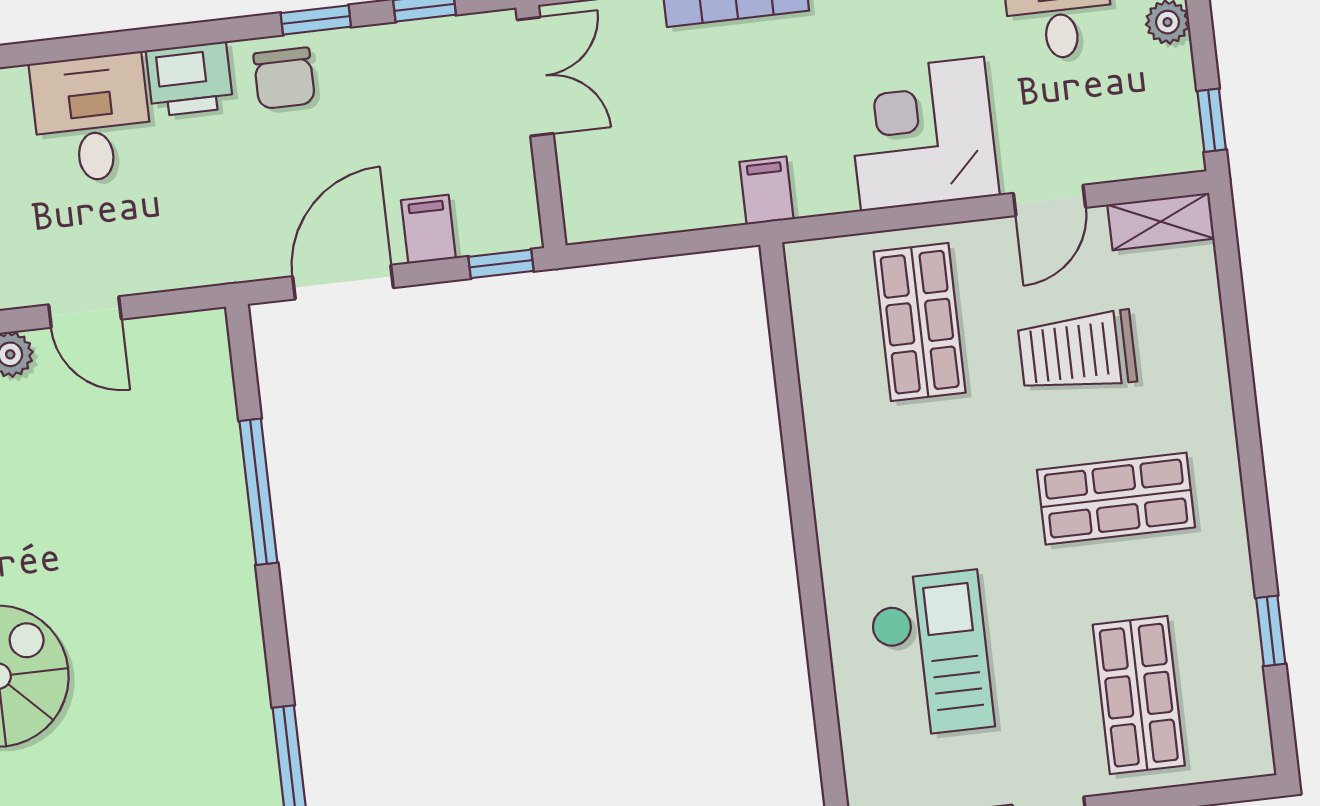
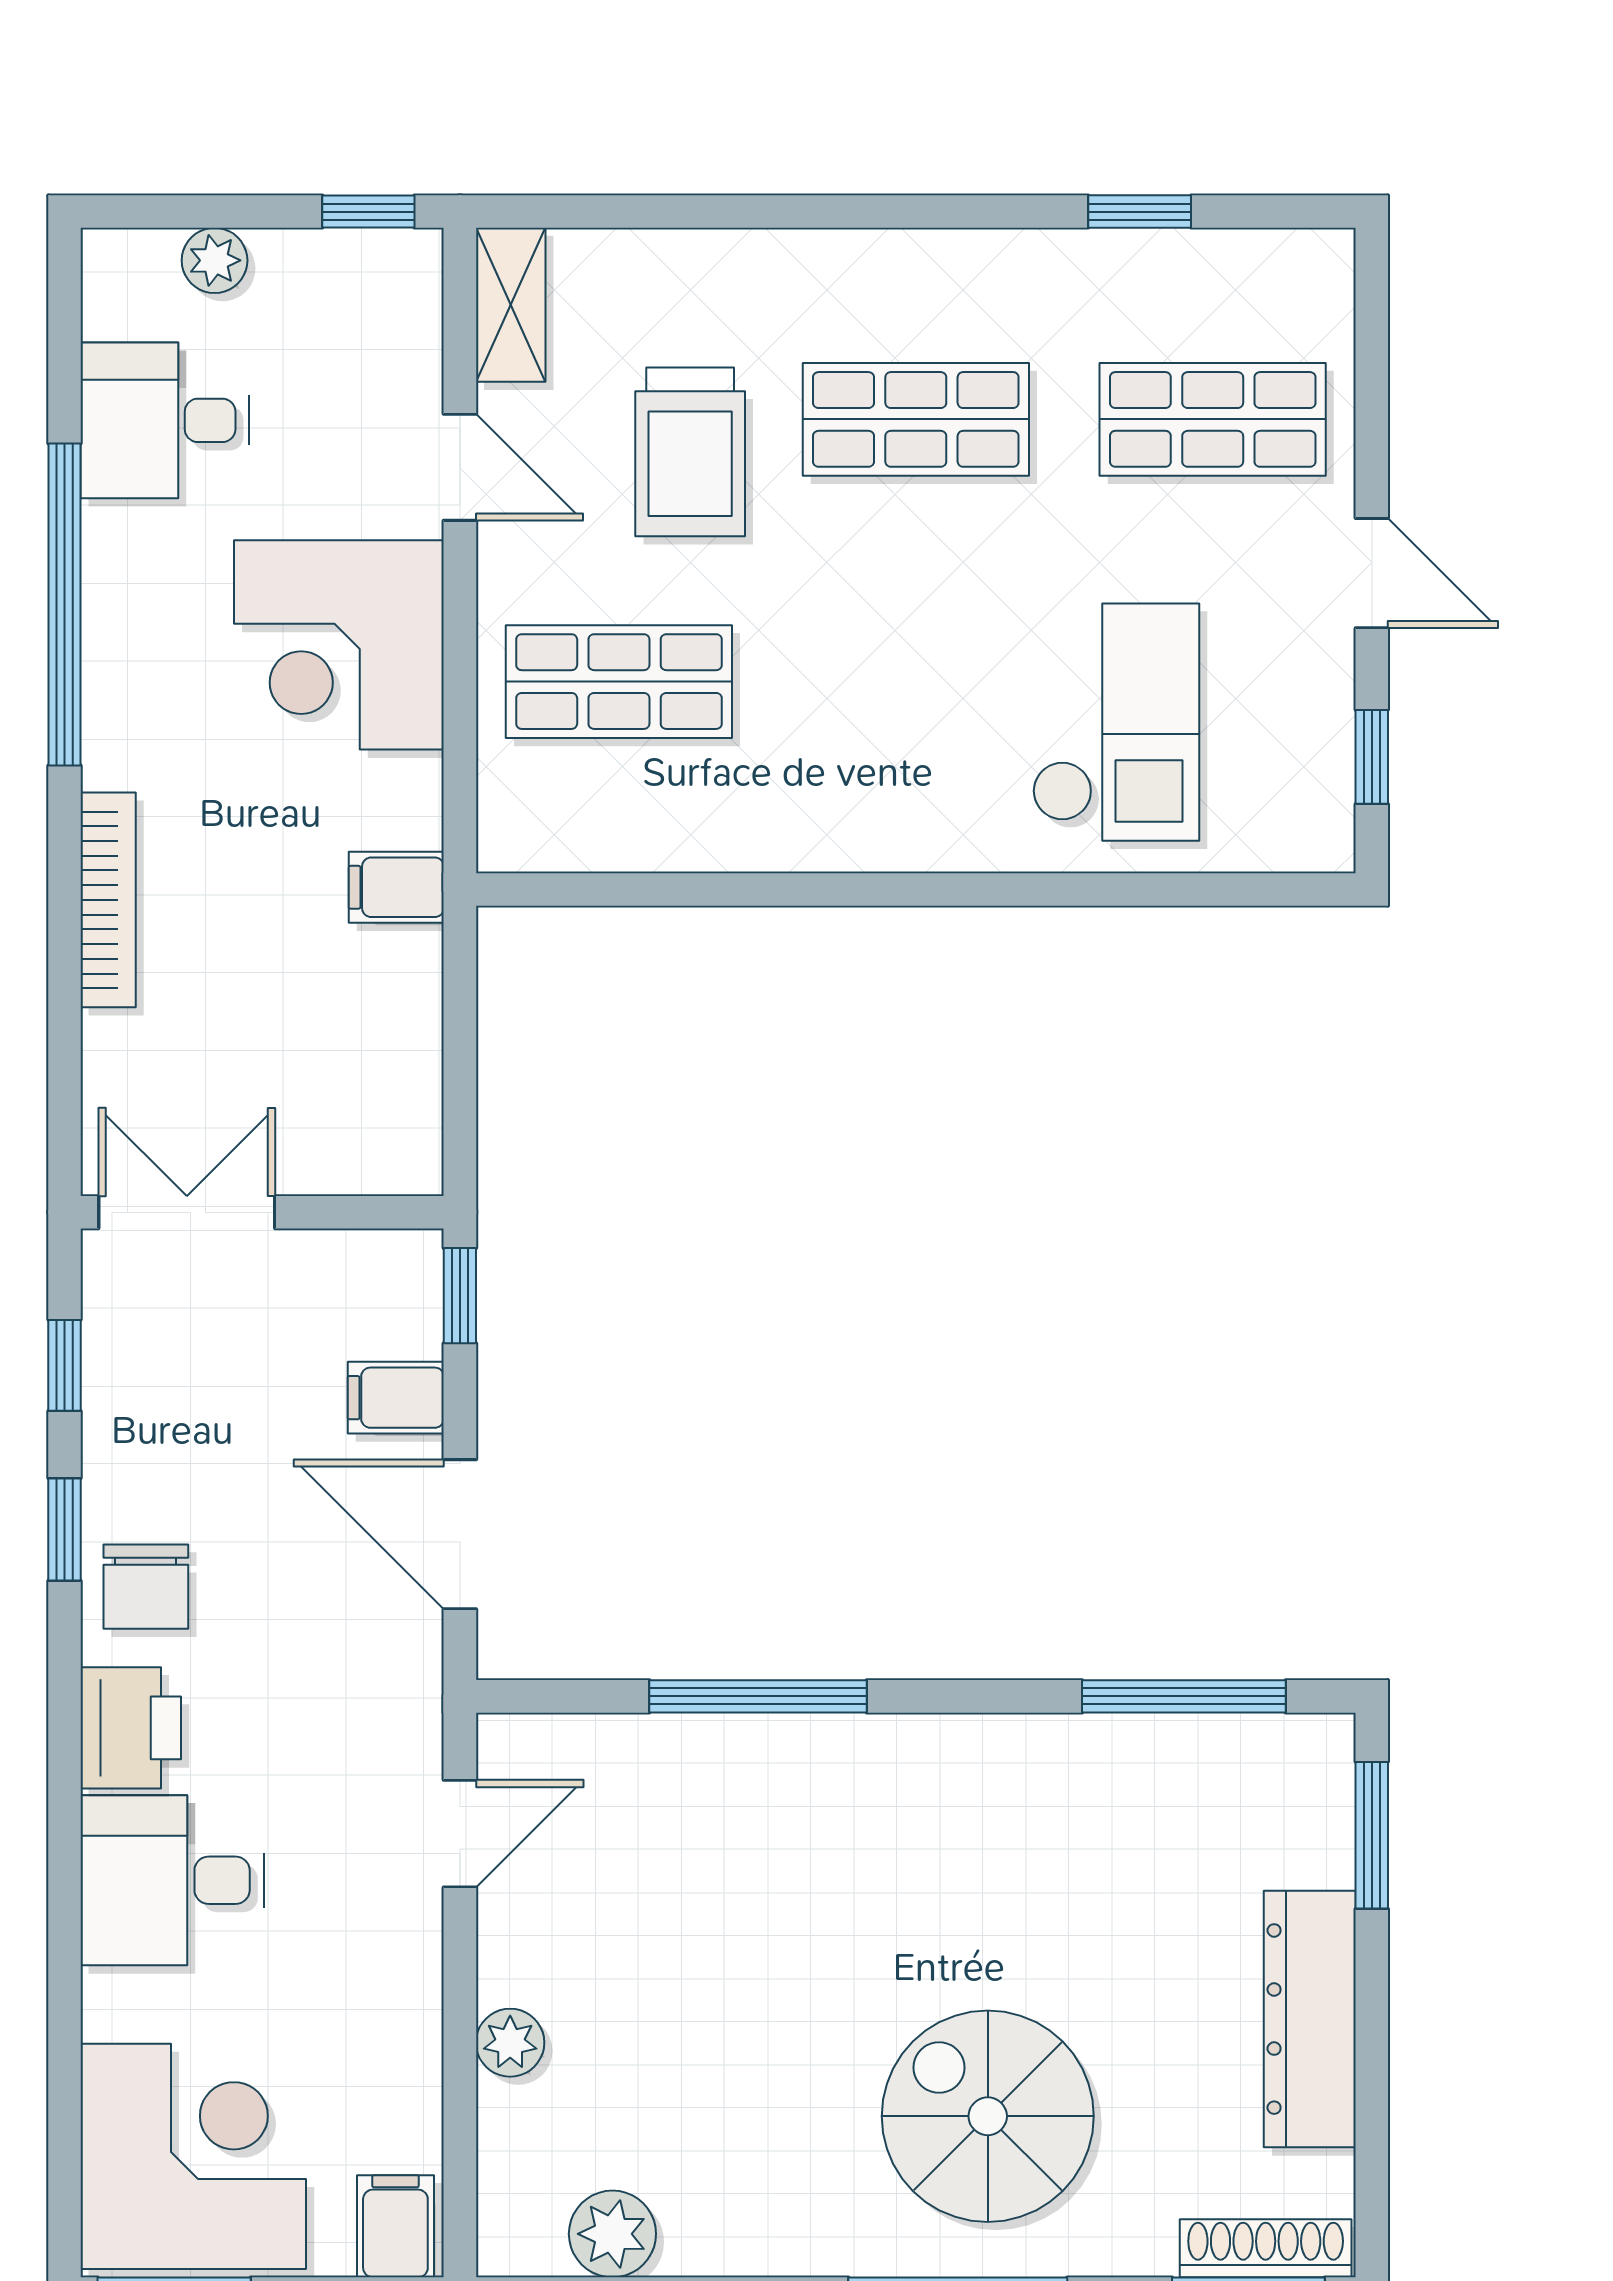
chair: (284, 78) -> (146, 1587), turned 90
door: (85, 312) -> (460, 1834), moved
shop shelf: (1116, 499) -> (916, 419), turned 90
checkout: (931, 654) -> (1116, 722), turned 90

